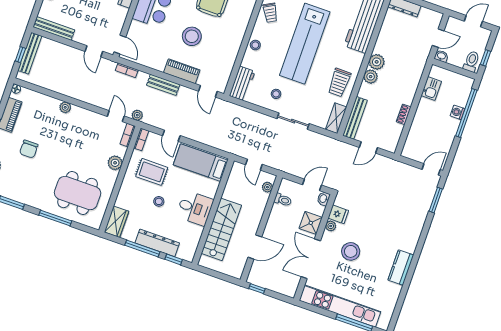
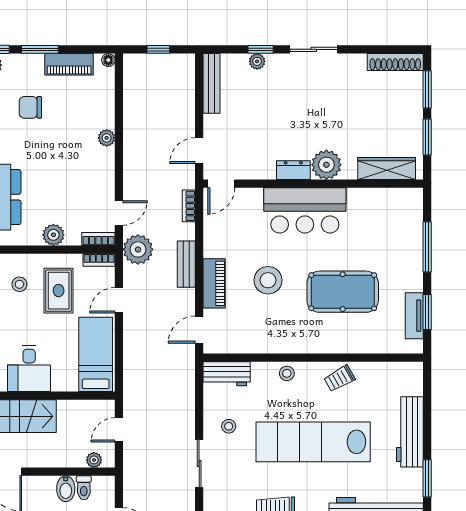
bench: (30, 53) -> (165, 62), removed
plant: (137, 115) -> (138, 249), width x1.88, depth x1.88
stool: (159, 201) -> (19, 284), moved
bidet: (279, 212) -> (66, 489), added

